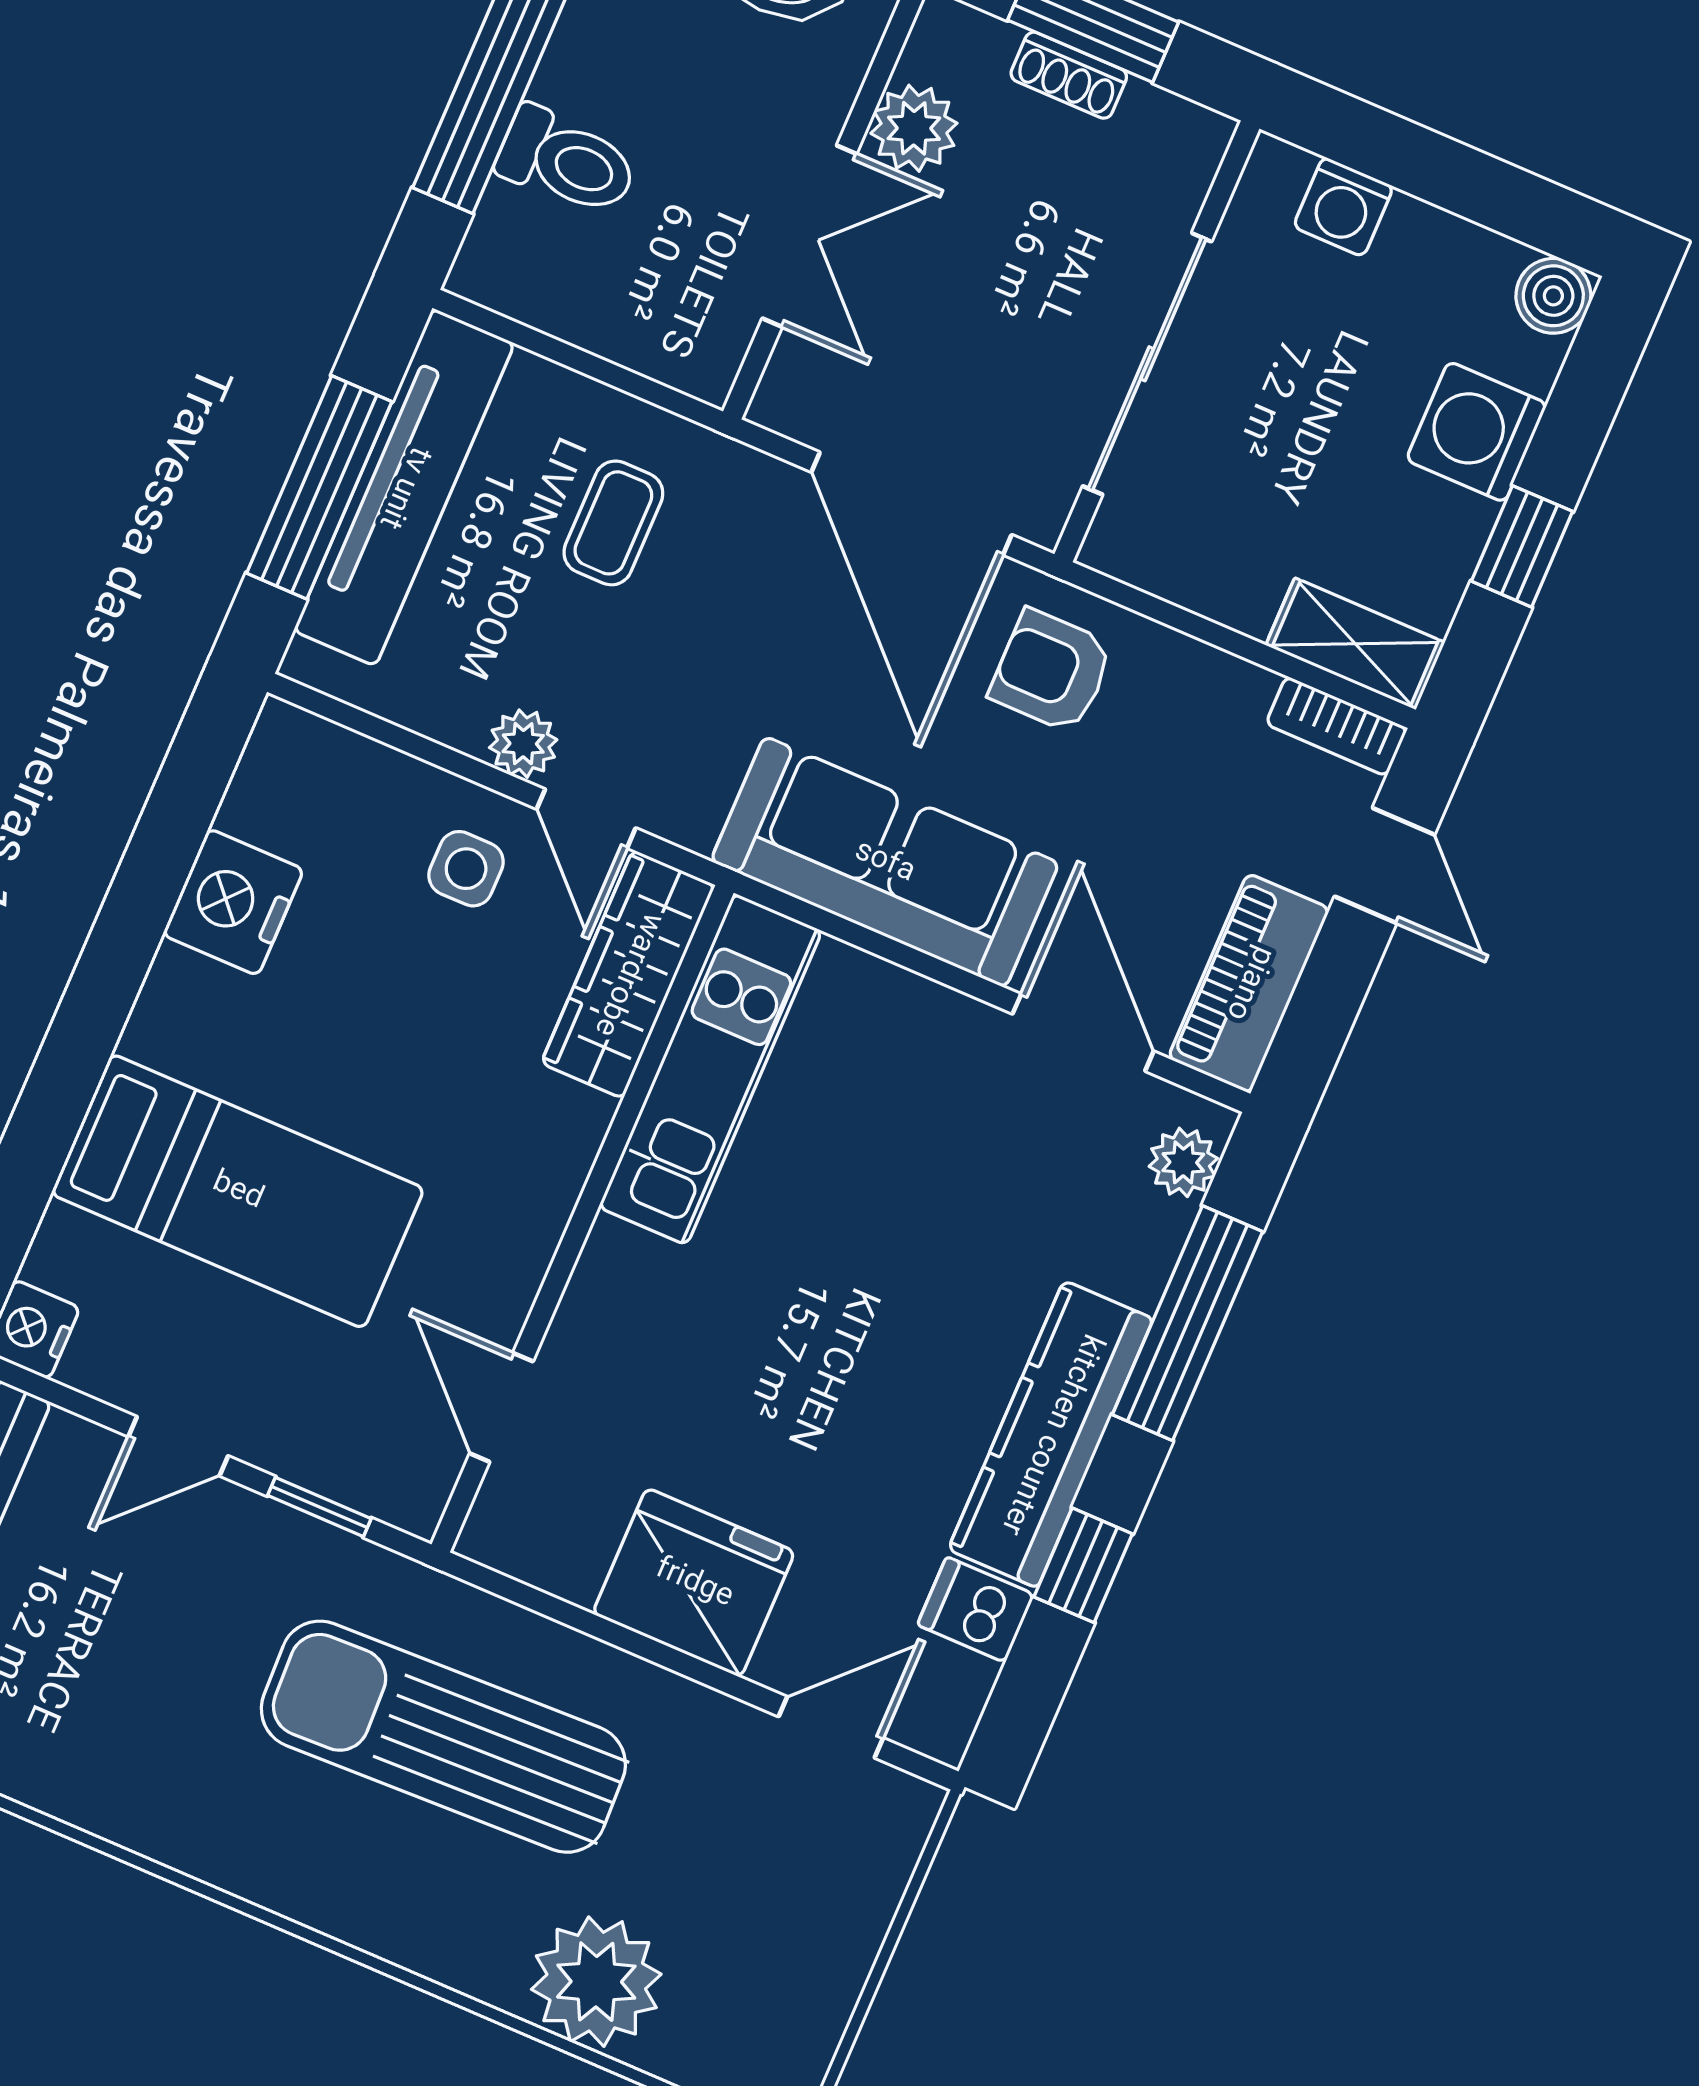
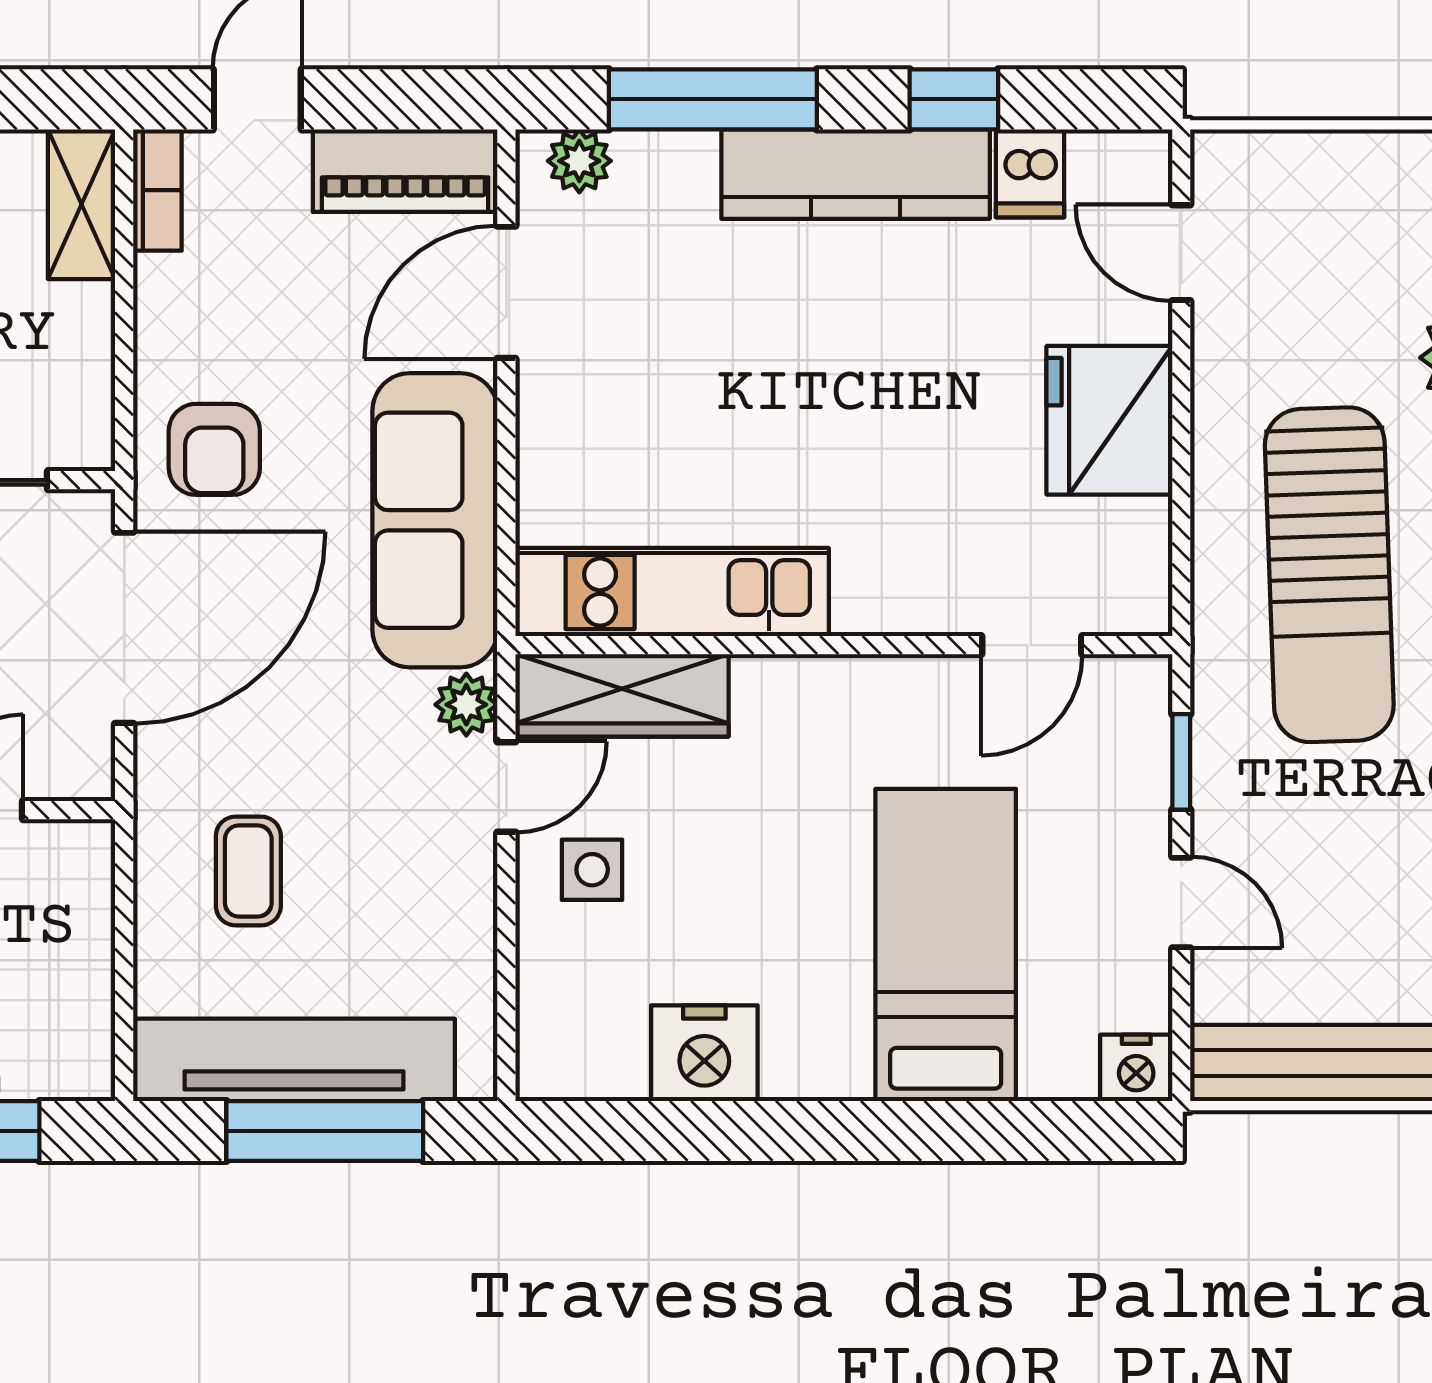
coffee table: (613, 523) -> (248, 871), turned 90
plant: (523, 744) -> (466, 705), moved

